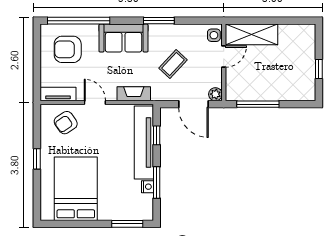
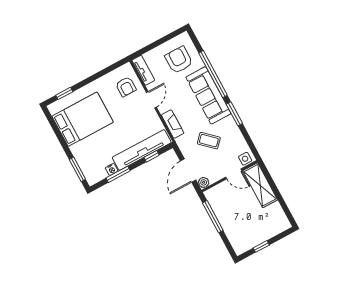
window: (79, 21) -> (213, 74), moved
sofa: (123, 38) -> (208, 95), width x1.36
armchair: (66, 123) -> (126, 87), turned -146
window: (37, 159) -> (64, 93), moved

